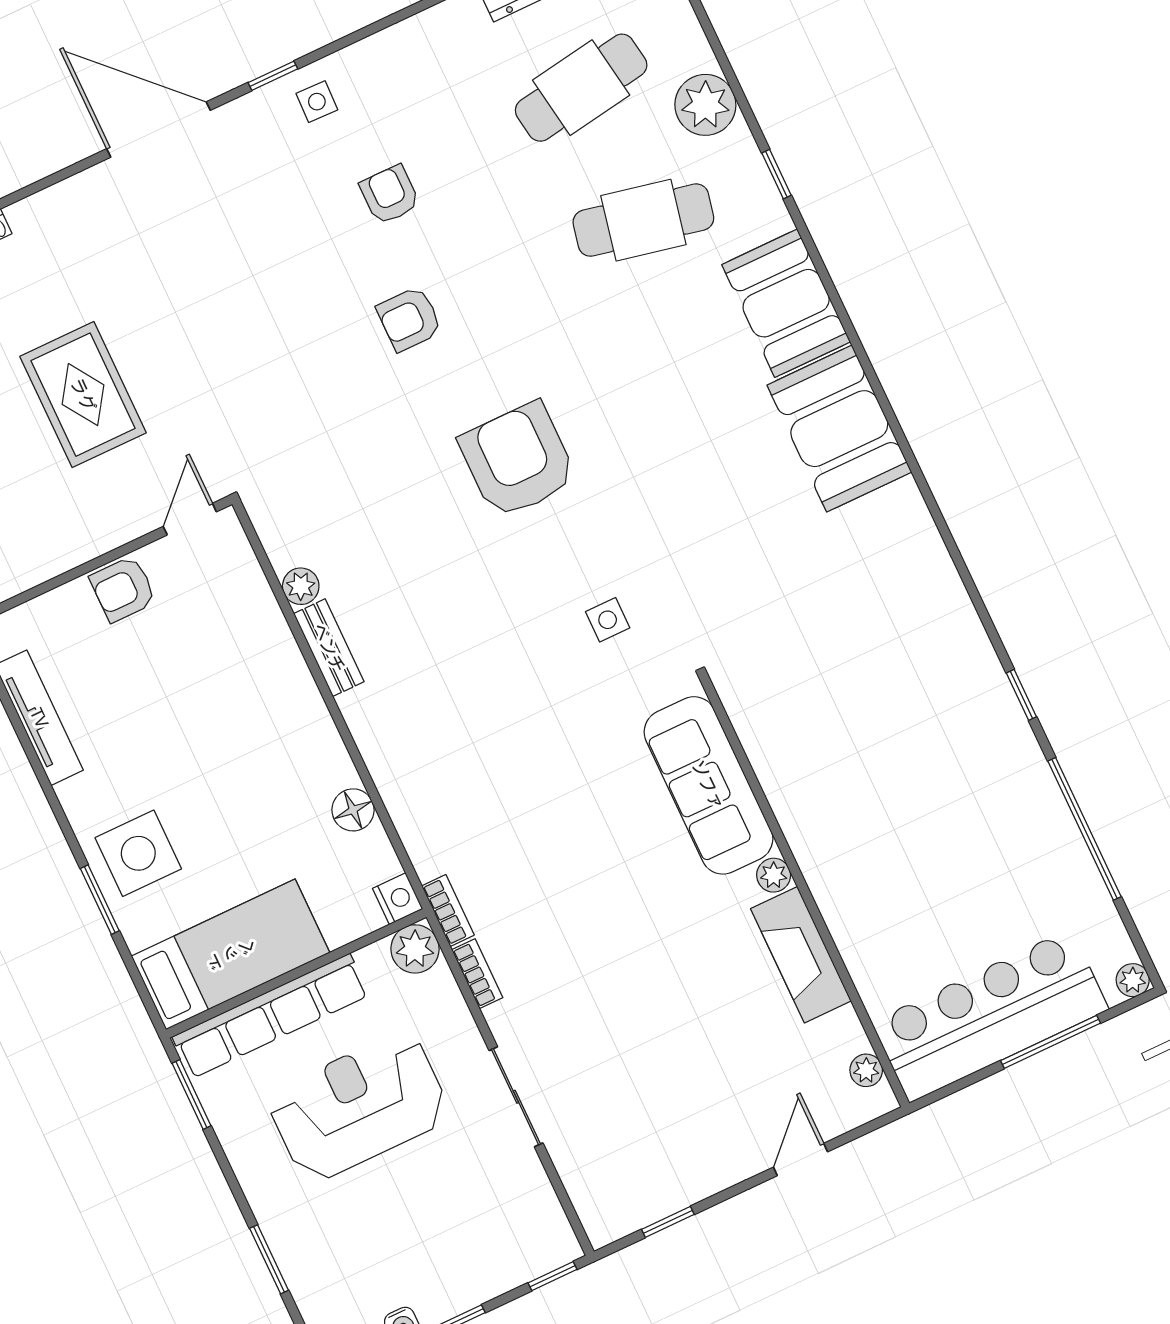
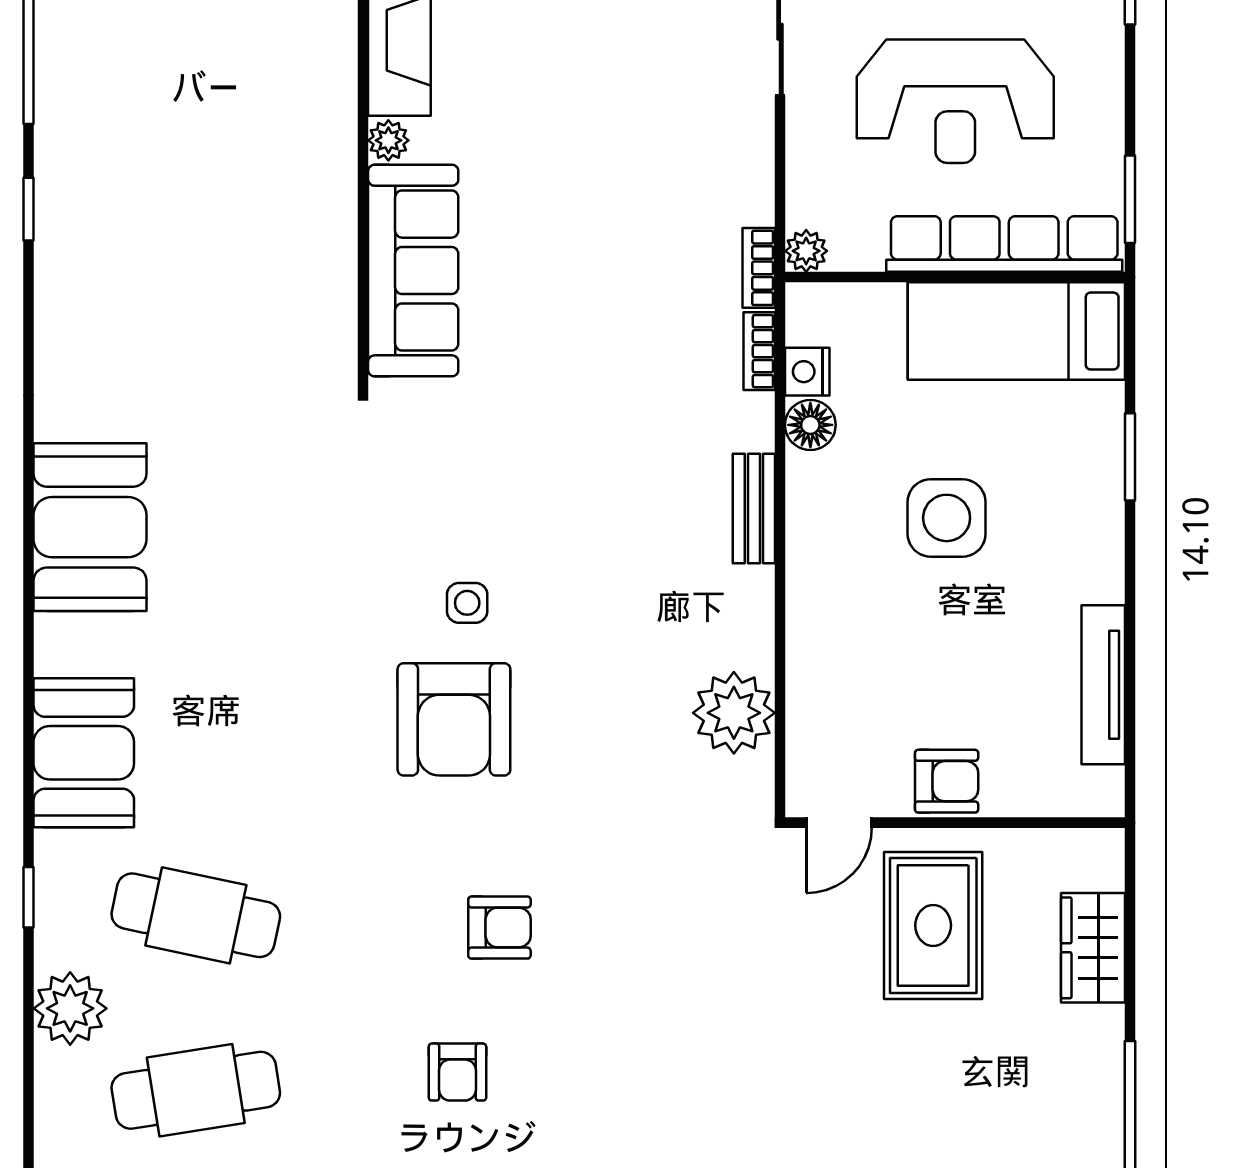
rug: (83, 395) -> (933, 925), moved
booth: (839, 429) -> (90, 527), moved
plant: (301, 586) -> (734, 713), width x1.87, depth x1.87
side table: (608, 620) -> (467, 603), moved
bench: (329, 648) -> (754, 508), moved
side table: (138, 853) -> (947, 518), moved
nightstand: (398, 899) -> (807, 372), moved
plant: (415, 949) -> (806, 251), width x0.73, depth x0.73
bookcase: (477, 974) -> (759, 351), moved

